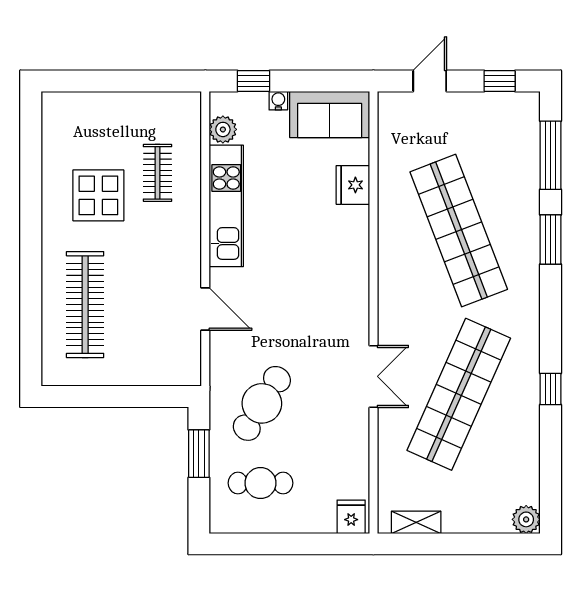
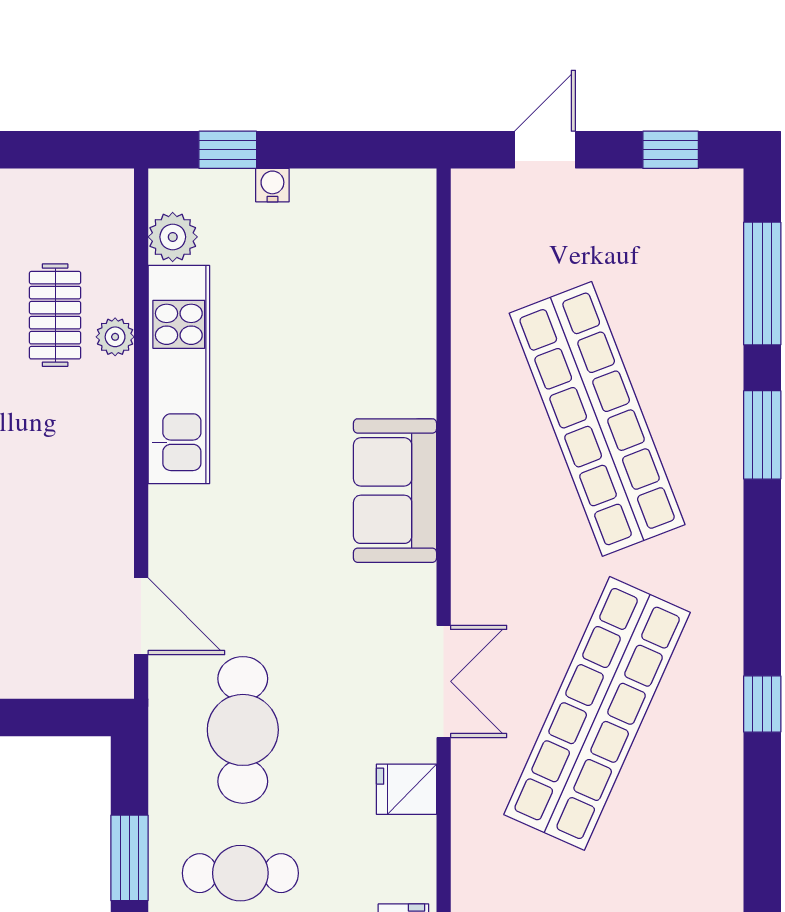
sofa: (330, 114) -> (395, 491), moved, turned 90
plant: (191, 185) -> (115, 337), added
fridge: (353, 185) -> (407, 789), moved, width x0.72
door: (205, 309) -> (141, 616), moved
cafe table: (262, 403) -> (243, 730), turned -32
window: (199, 454) -> (129, 858), moved

